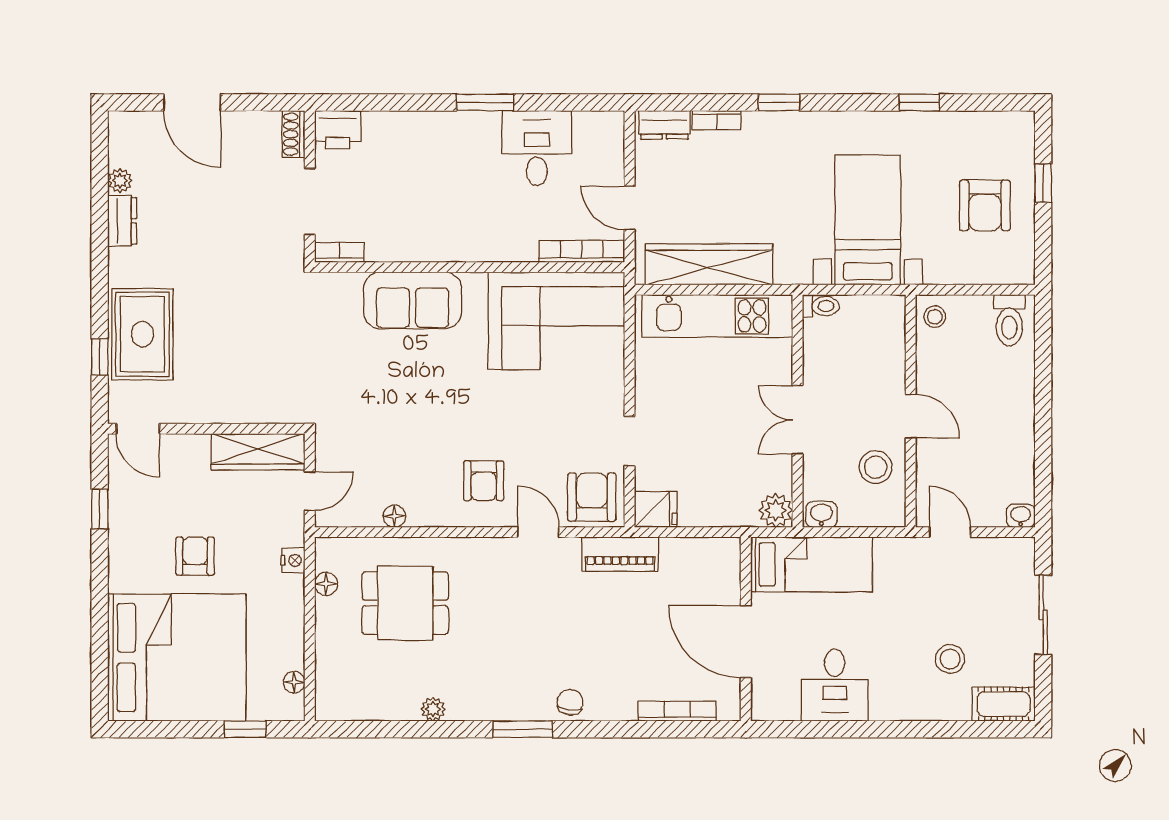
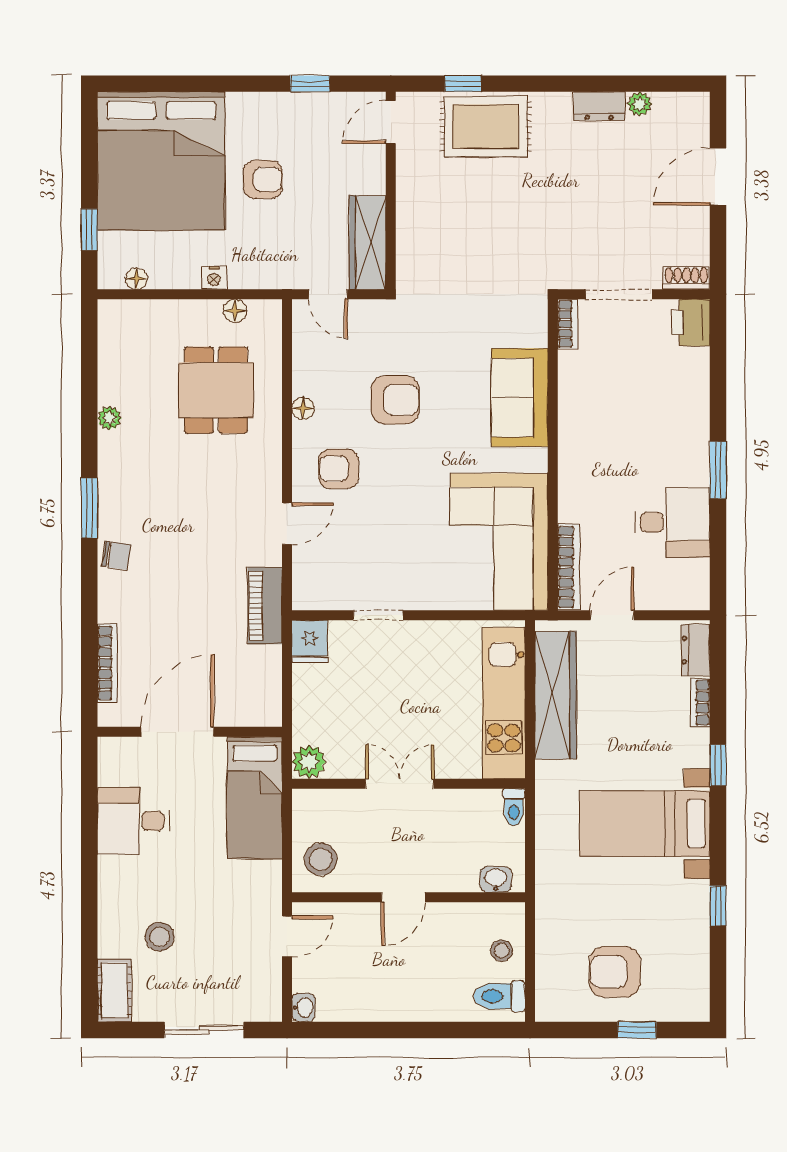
bed with nightstands: (868, 220) -> (645, 824), moved, turned 180
stool: (935, 317) -> (502, 951), moved
stool: (876, 467) -> (321, 859), moved
armchair: (592, 497) -> (395, 400), moved
washbasin: (821, 514) -> (496, 879), moved, turned -90
floor lamp: (394, 516) -> (303, 408), moved
nightstand: (293, 560) -> (214, 278), moved

